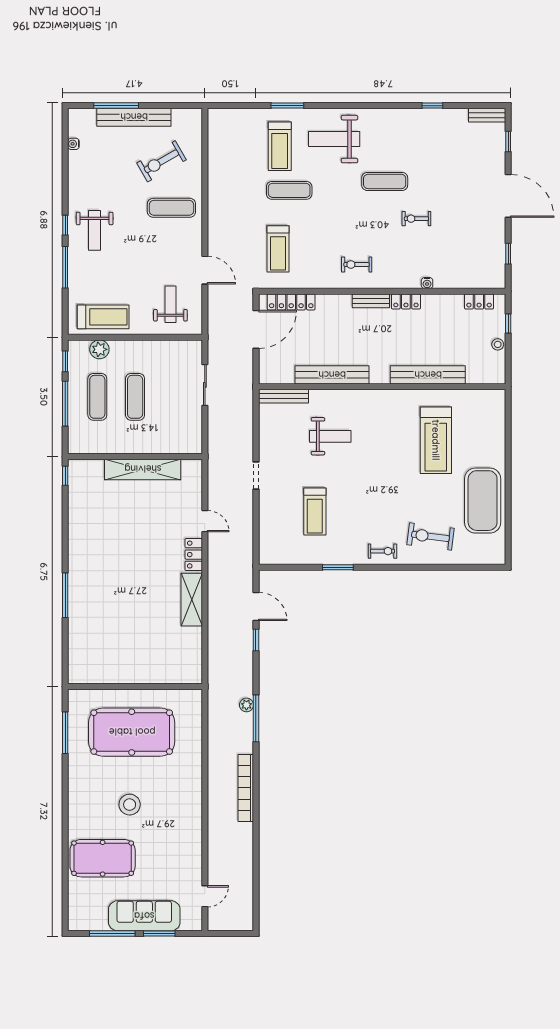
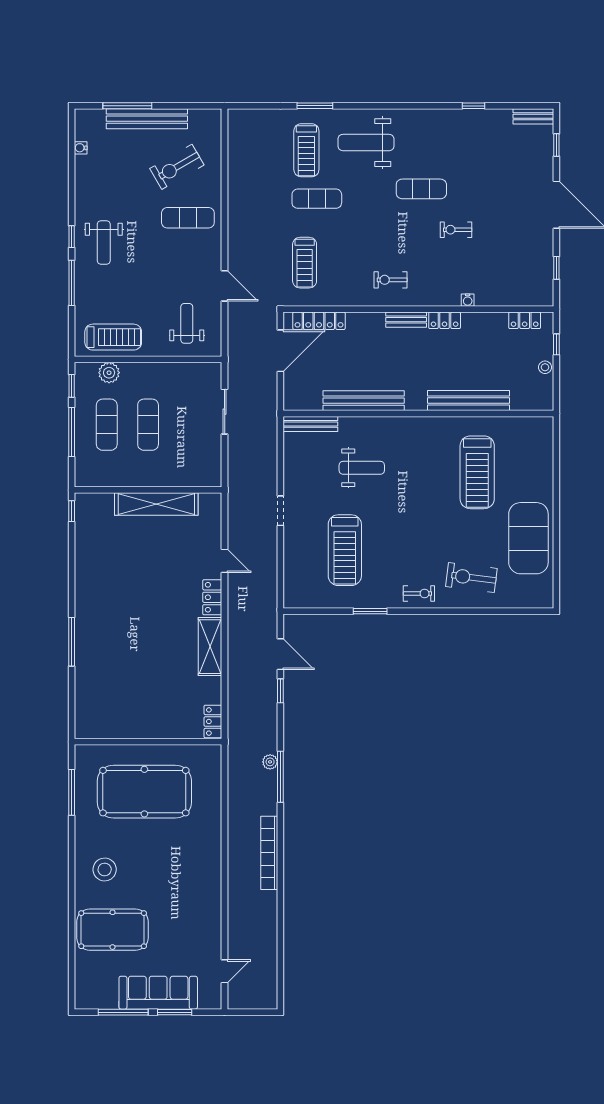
treadmill: (315, 511) -> (345, 550), width x1.37, depth x1.38
locker: (194, 668) -> (213, 721), added
stool: (130, 805) -> (105, 869), moved

